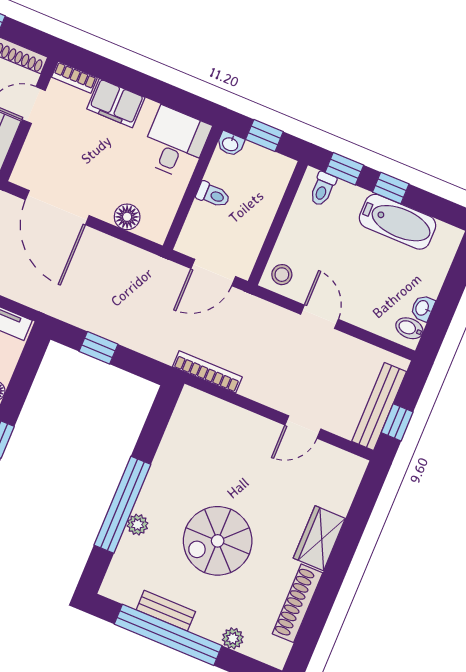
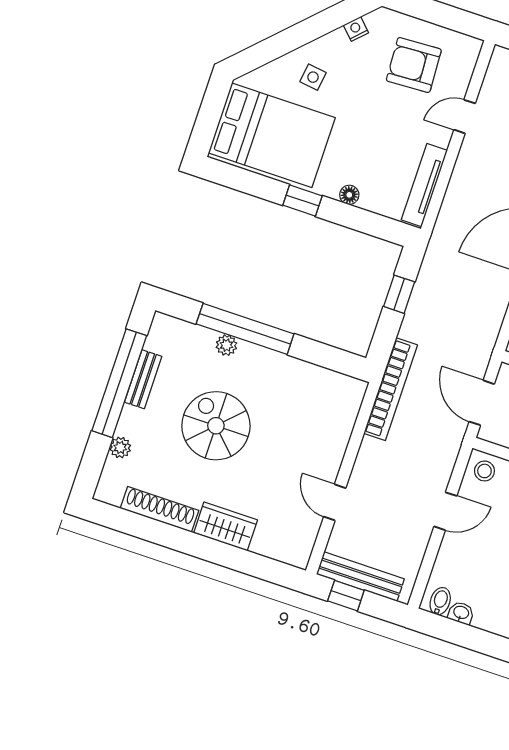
bookcase: (207, 372) -> (391, 389), width x1.48, depth x1.31

